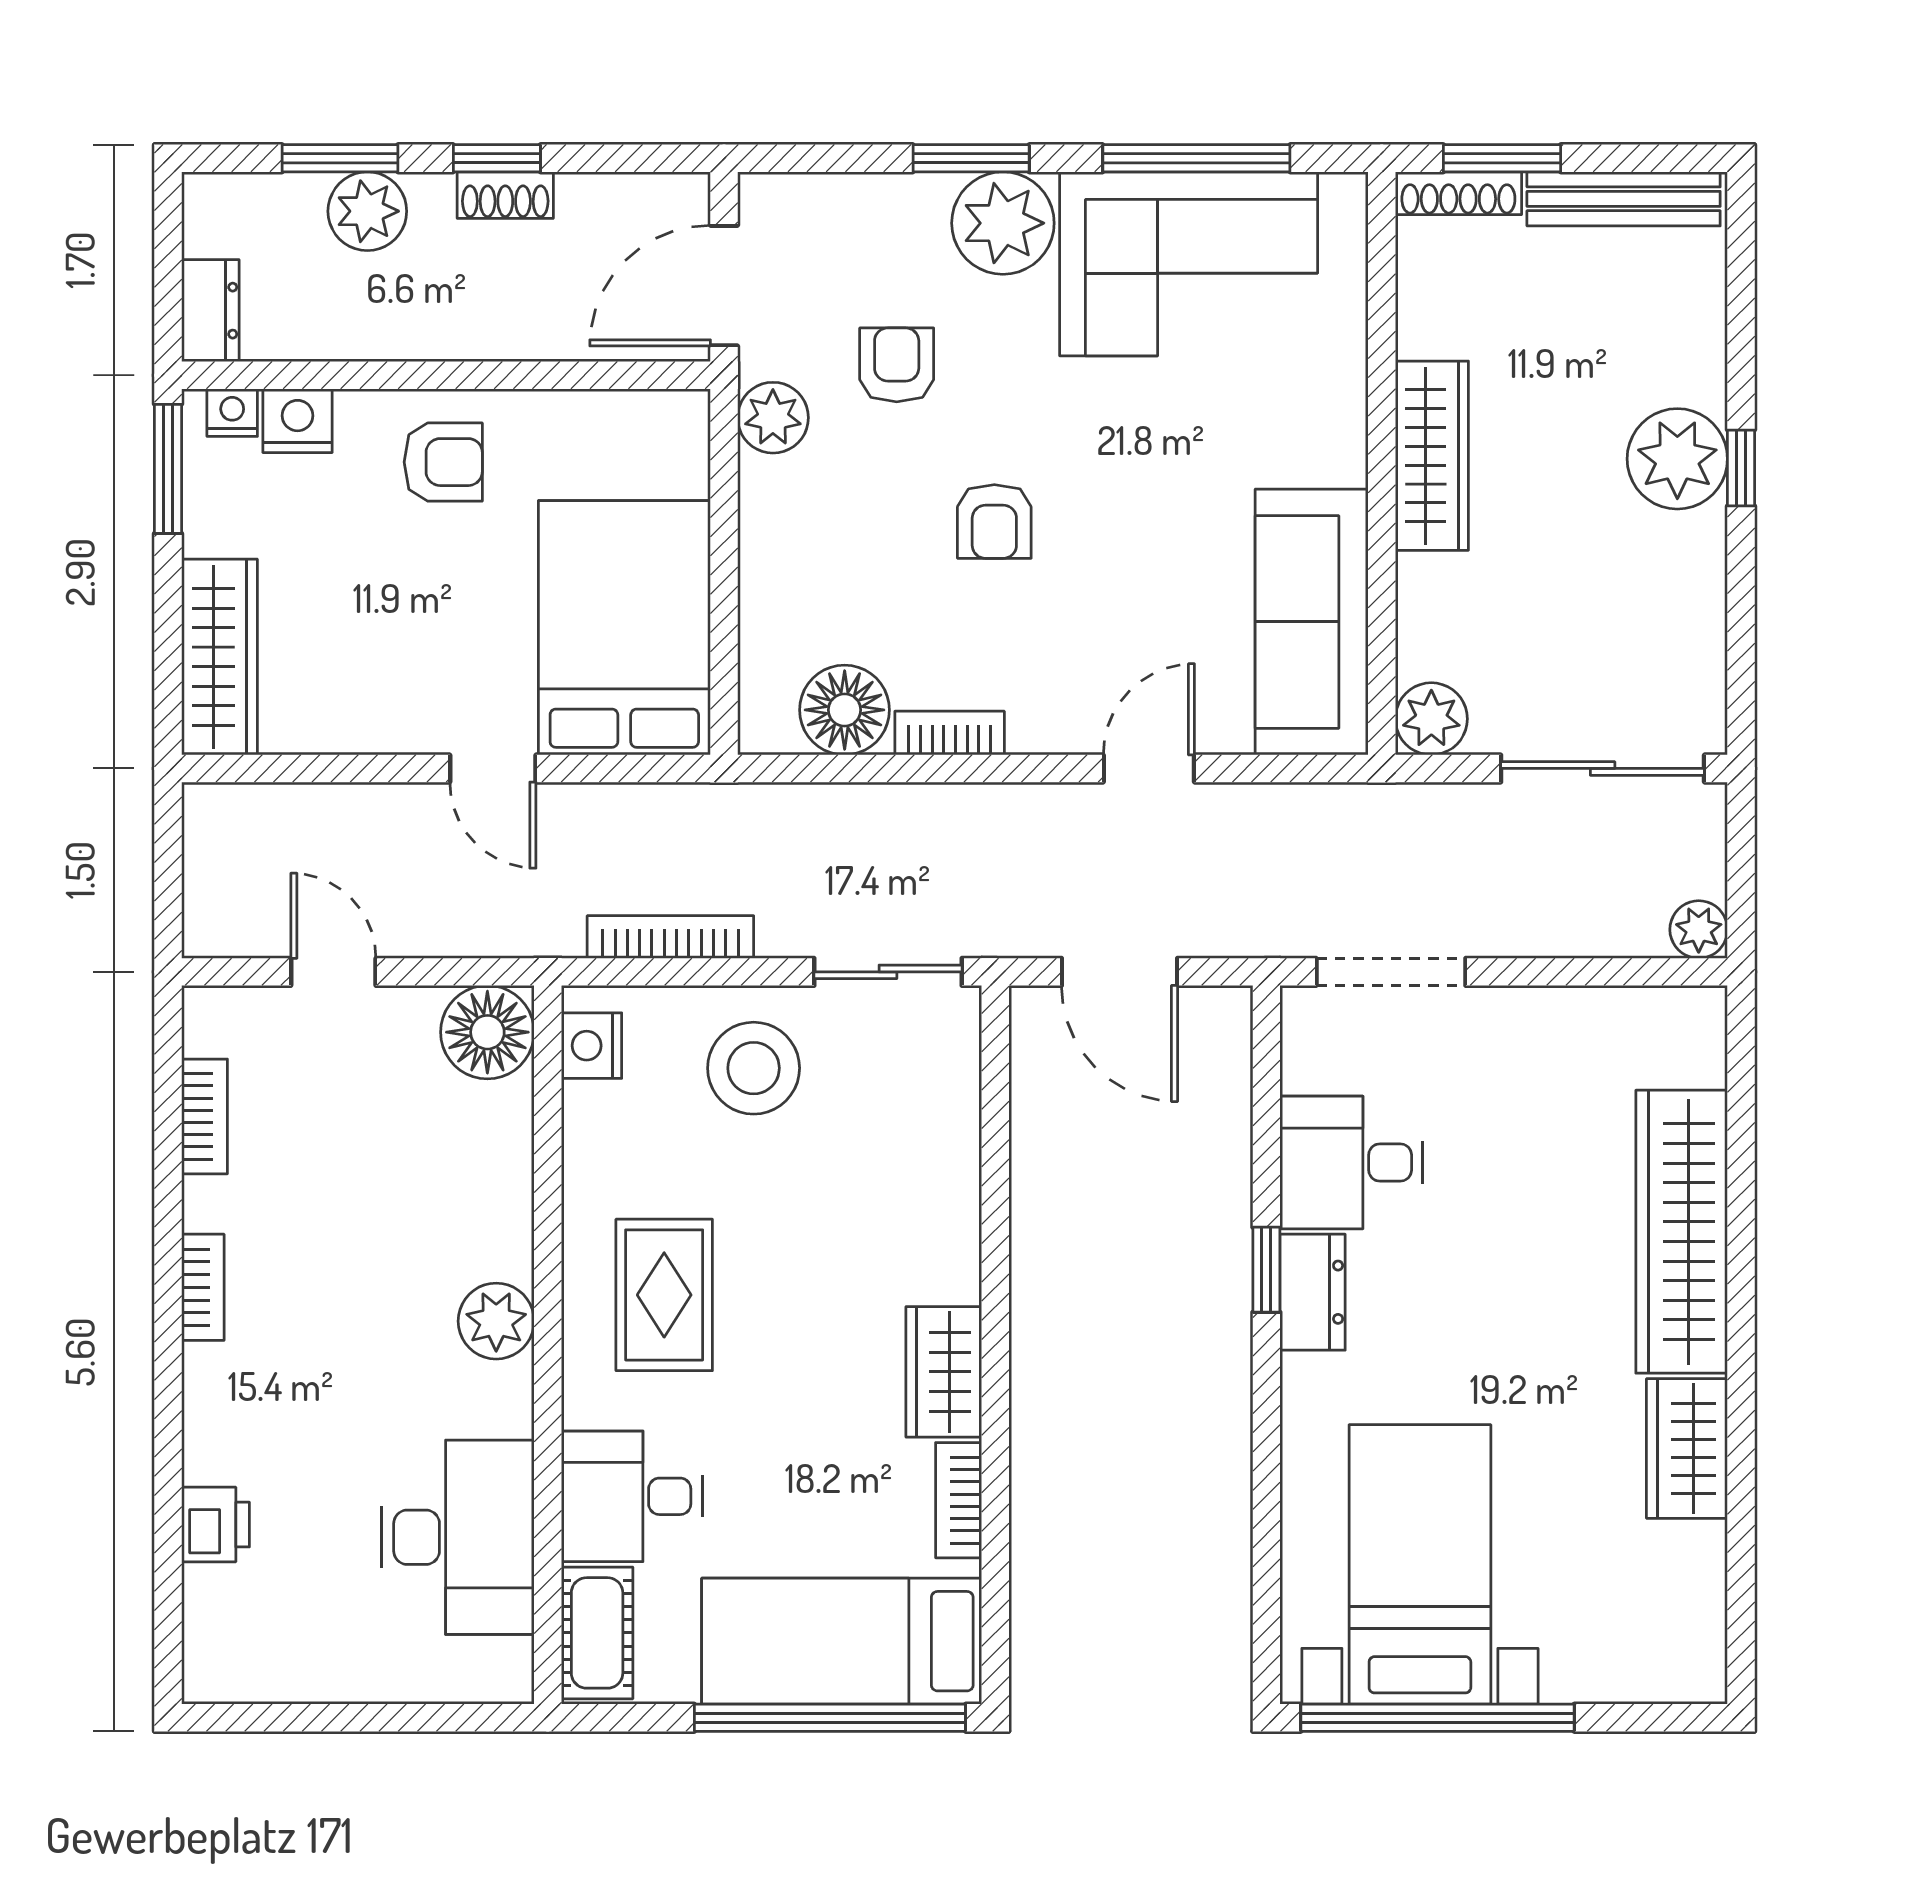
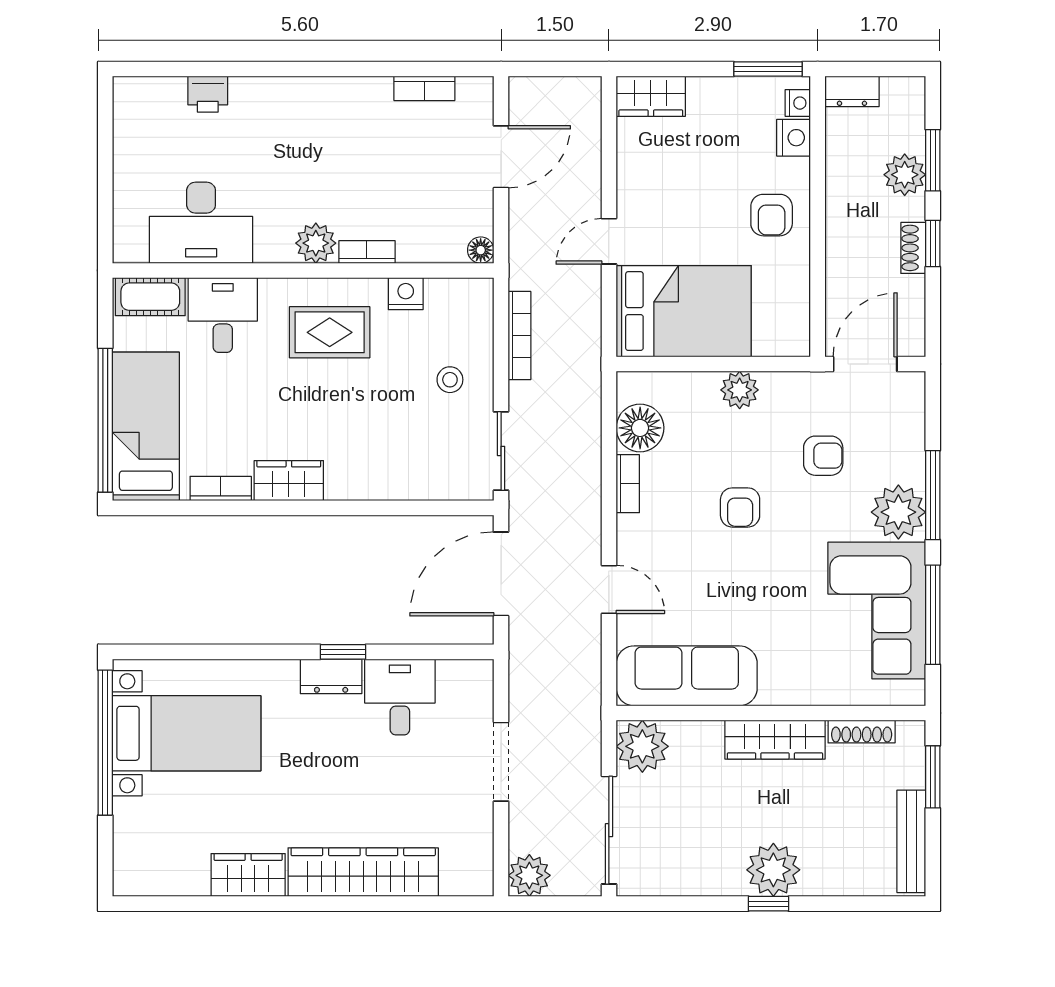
window: (971, 158) -> (933, 495), width x1.44
shoe rack: (1458, 193) -> (862, 732), moved, turned -90
door: (724, 286) -> (865, 364), hinge flipped
plant: (773, 418) -> (740, 390), moved
armchair: (994, 521) -> (740, 507), turned -90
wardrobe: (219, 657) -> (651, 96), width x0.67
plant: (1431, 719) -> (642, 746), width x1.36, depth x1.36
plant: (1699, 930) -> (529, 875), width x1.38, depth x1.38
door: (333, 972) -> (501, 157), width x1.38
door: (1120, 972) -> (501, 574), width x1.36
doorway: (1391, 972) -> (501, 762), moved
floor lamp: (487, 1032) -> (481, 250), width x0.53, depth x0.53
nightstand: (591, 1046) -> (406, 294), moved
stool: (754, 1068) -> (450, 380), width x0.53, depth x0.53
bookcase: (203, 1287) -> (367, 252), moved, turned 180

